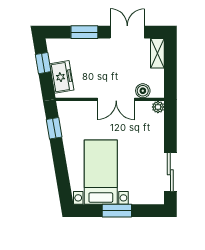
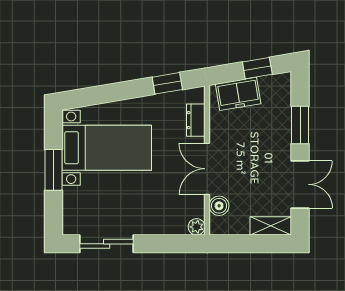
dresser: (81, 108) -> (196, 120), added

